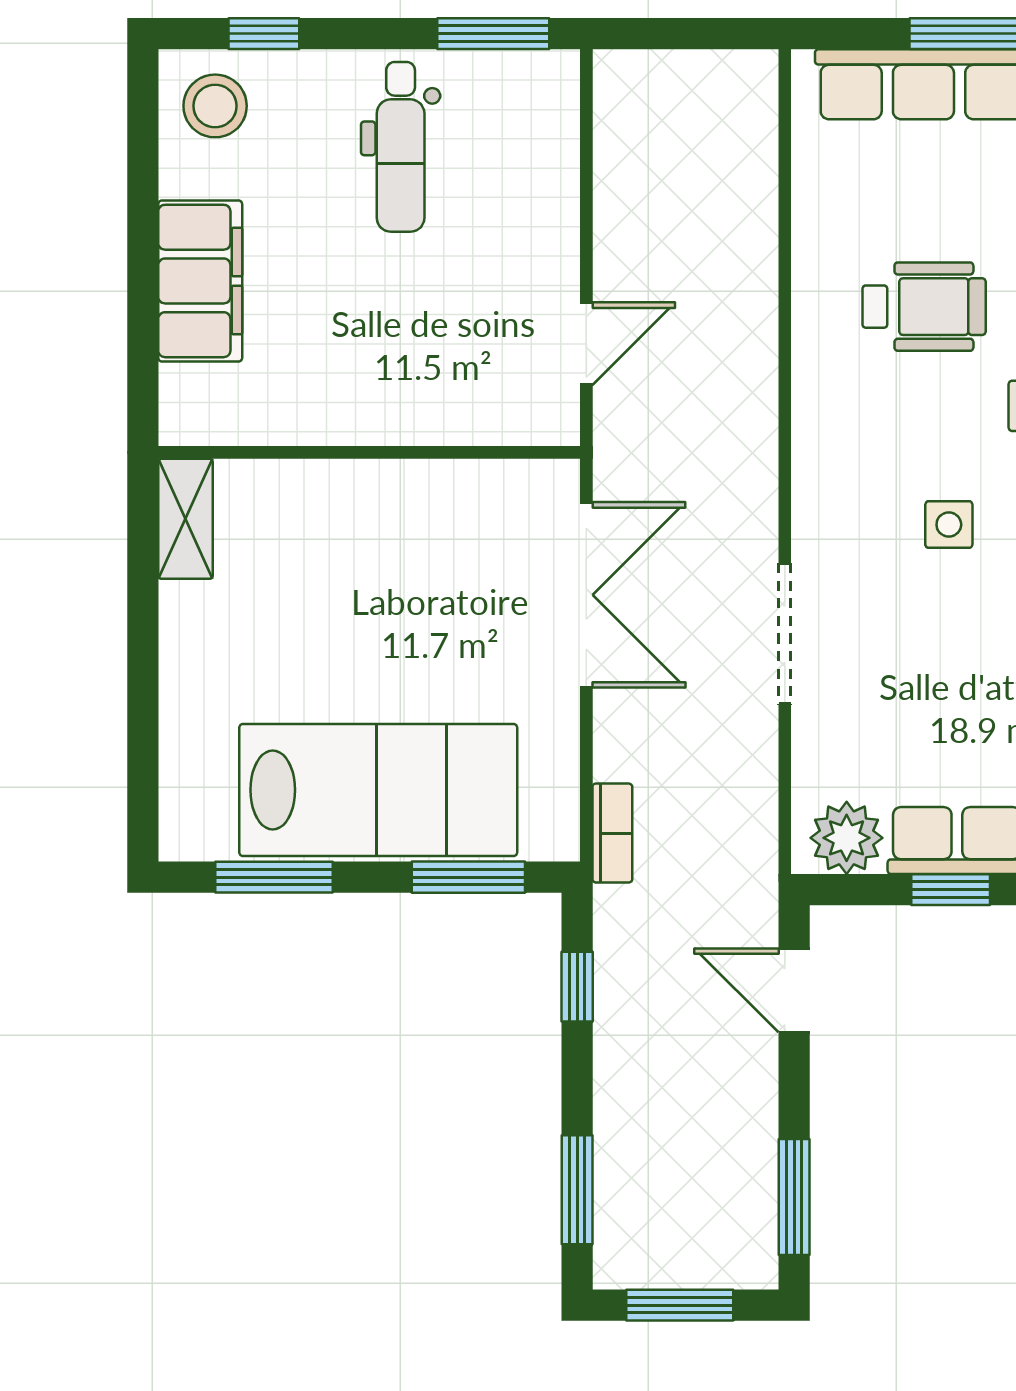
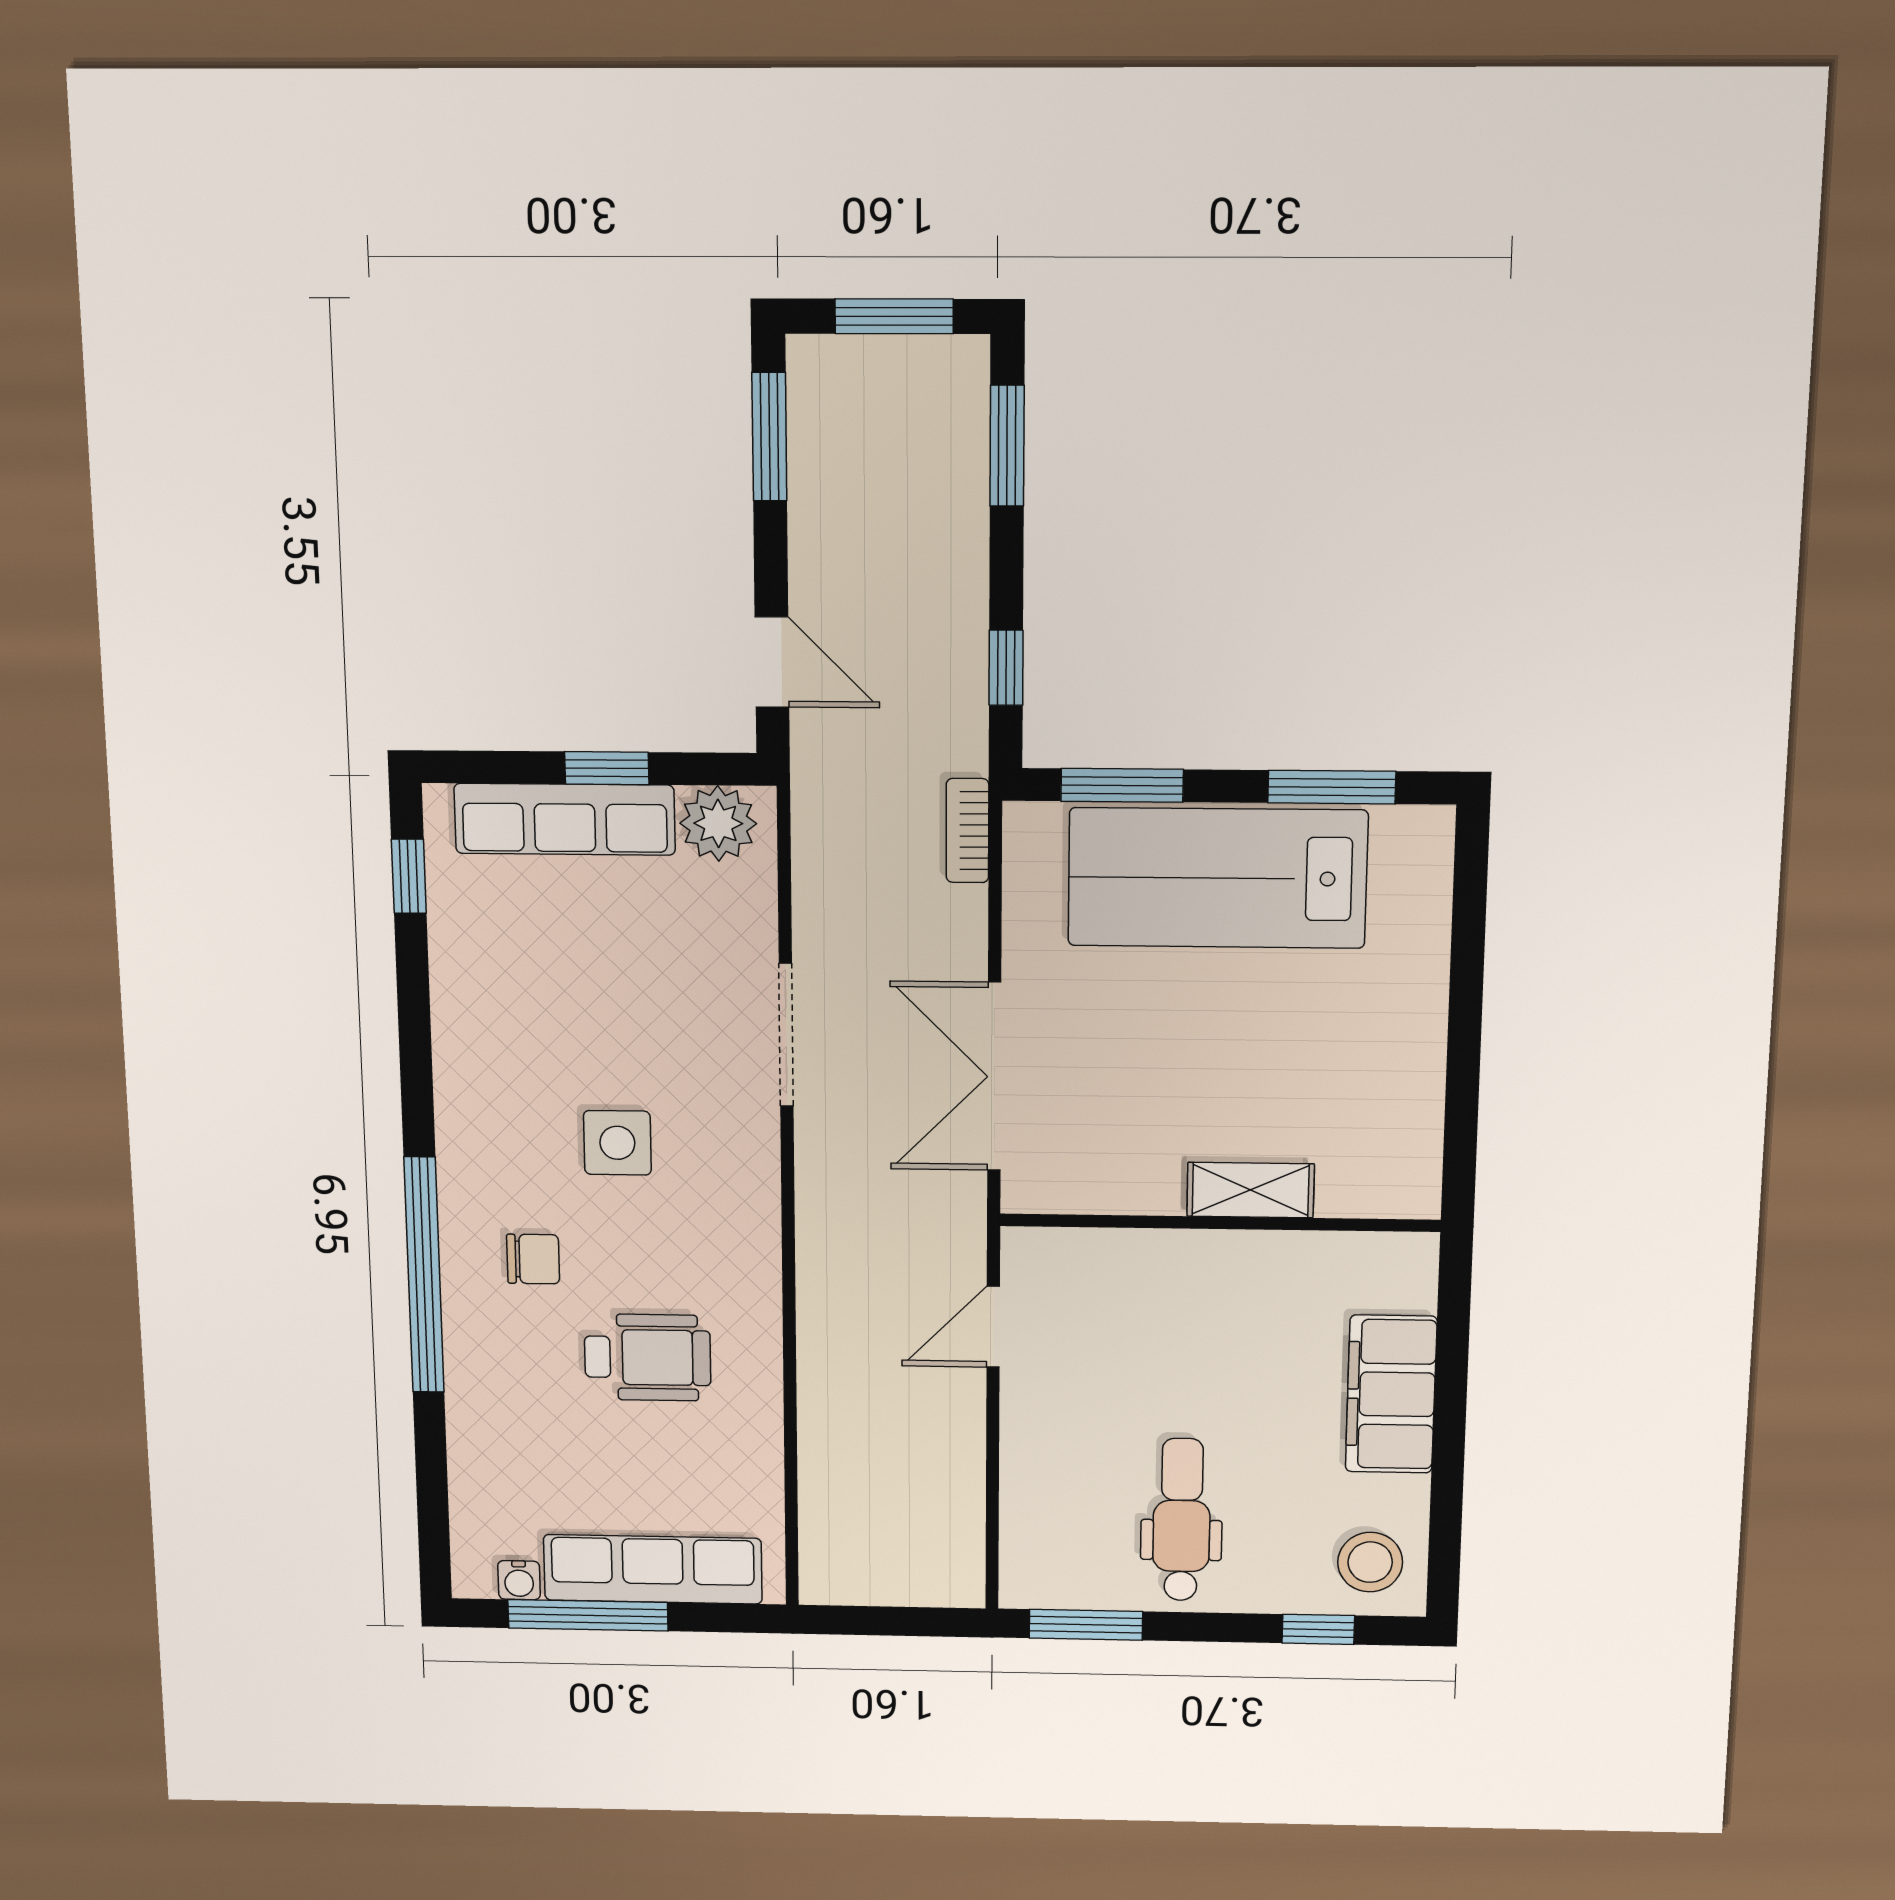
wheelchair: (924, 307) -> (648, 1357), turned 180
shelving: (185, 519) -> (1251, 1190), moved, turned 90
side table: (949, 525) -> (617, 1143), width x1.37, depth x1.37

